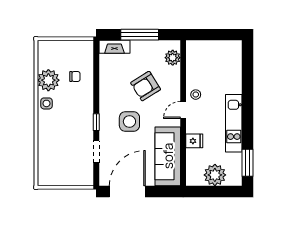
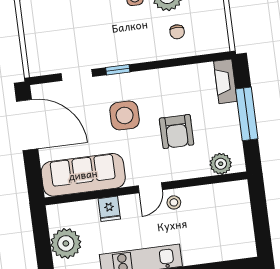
armchair: (146, 86) -> (177, 132), turned -148
door: (183, 110) -> (150, 188), swing flipped

